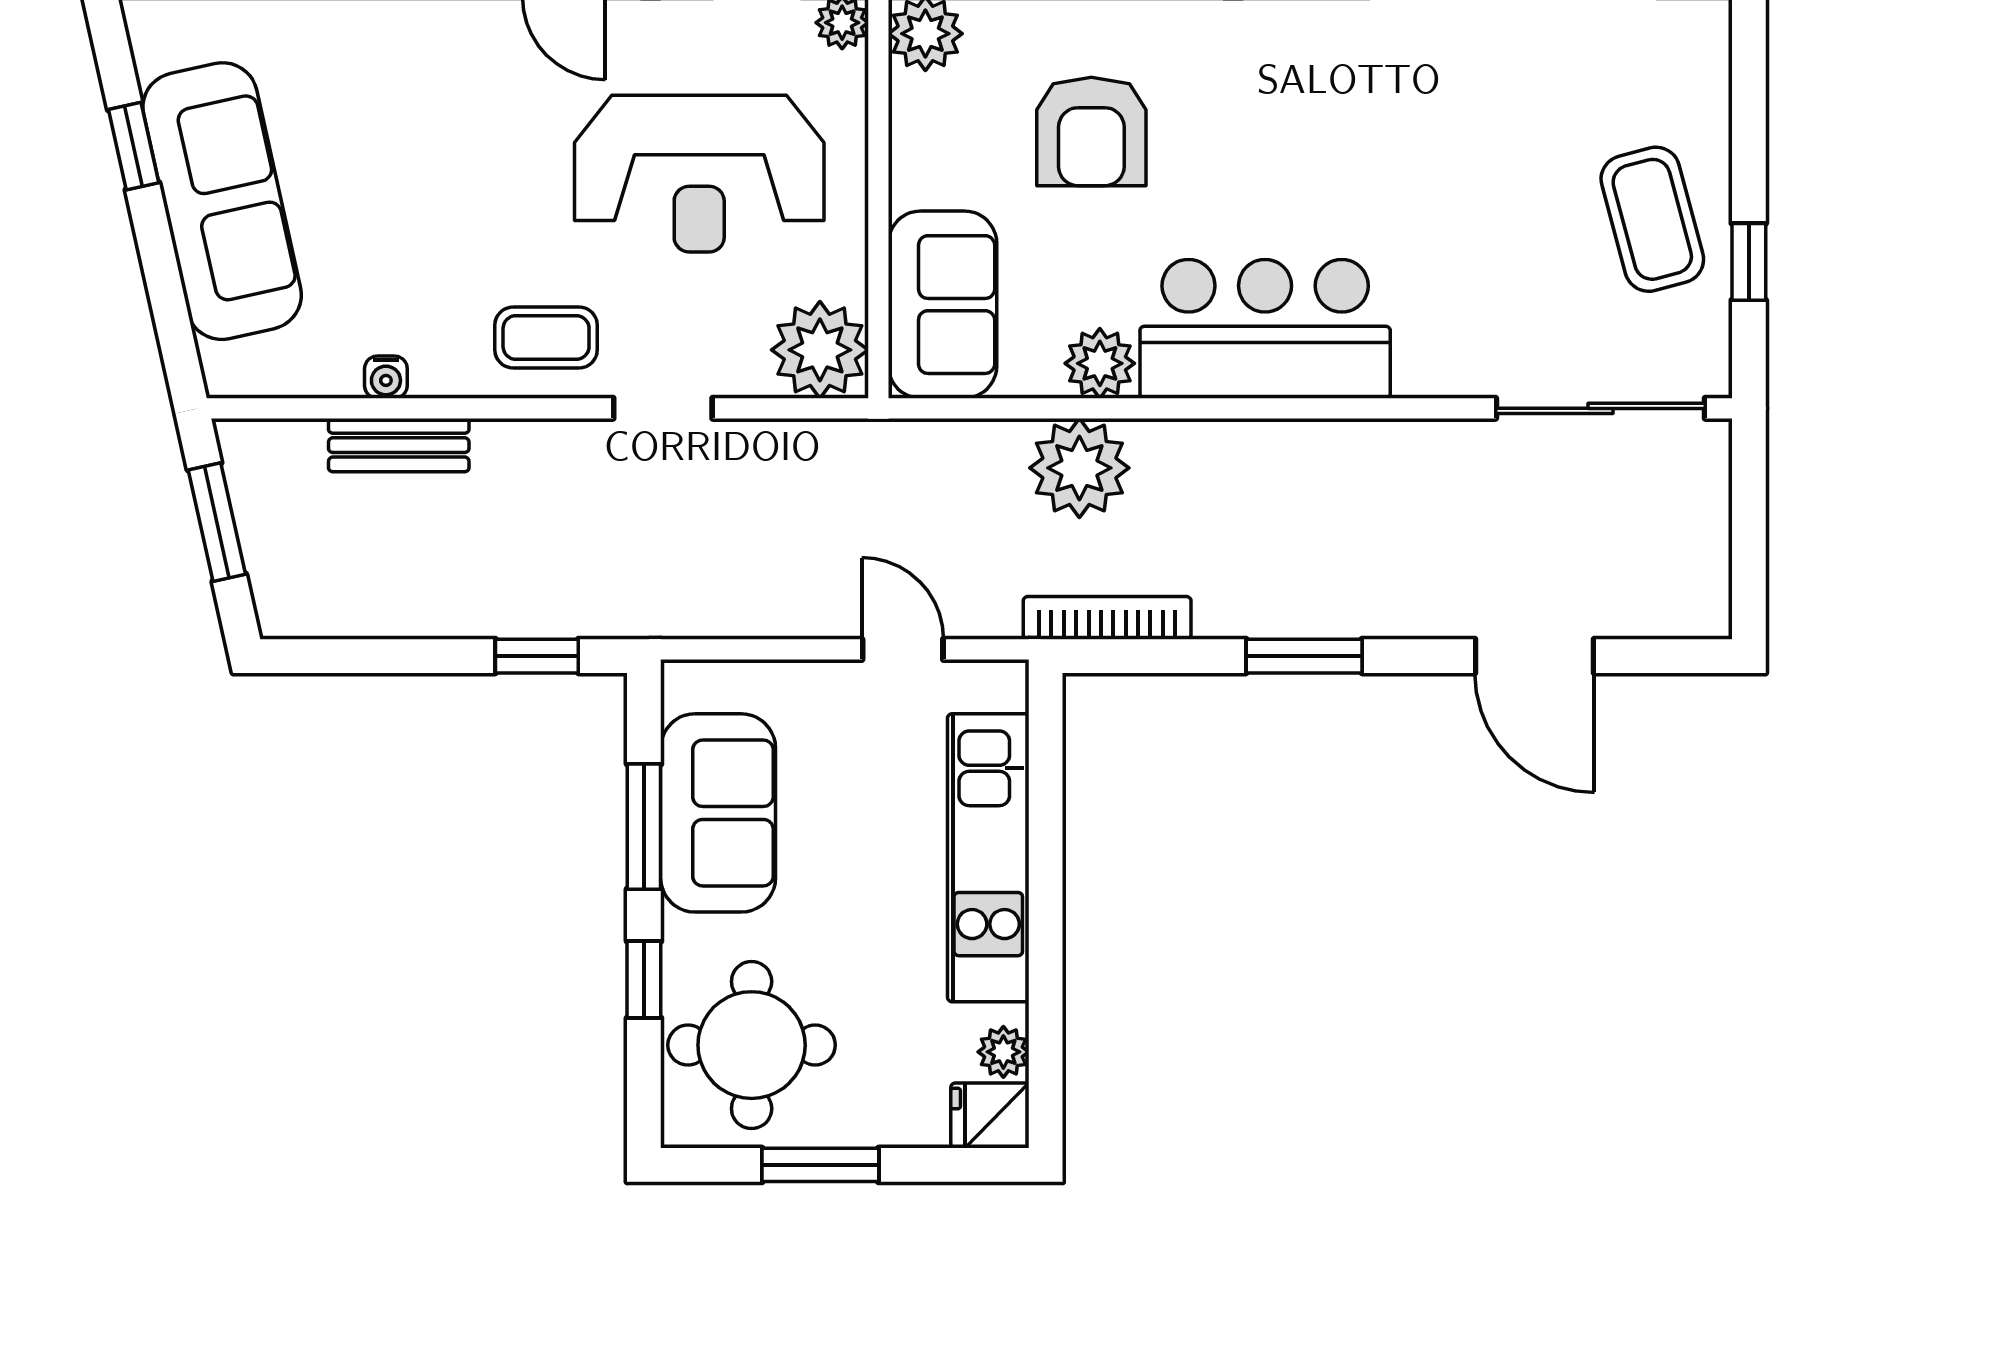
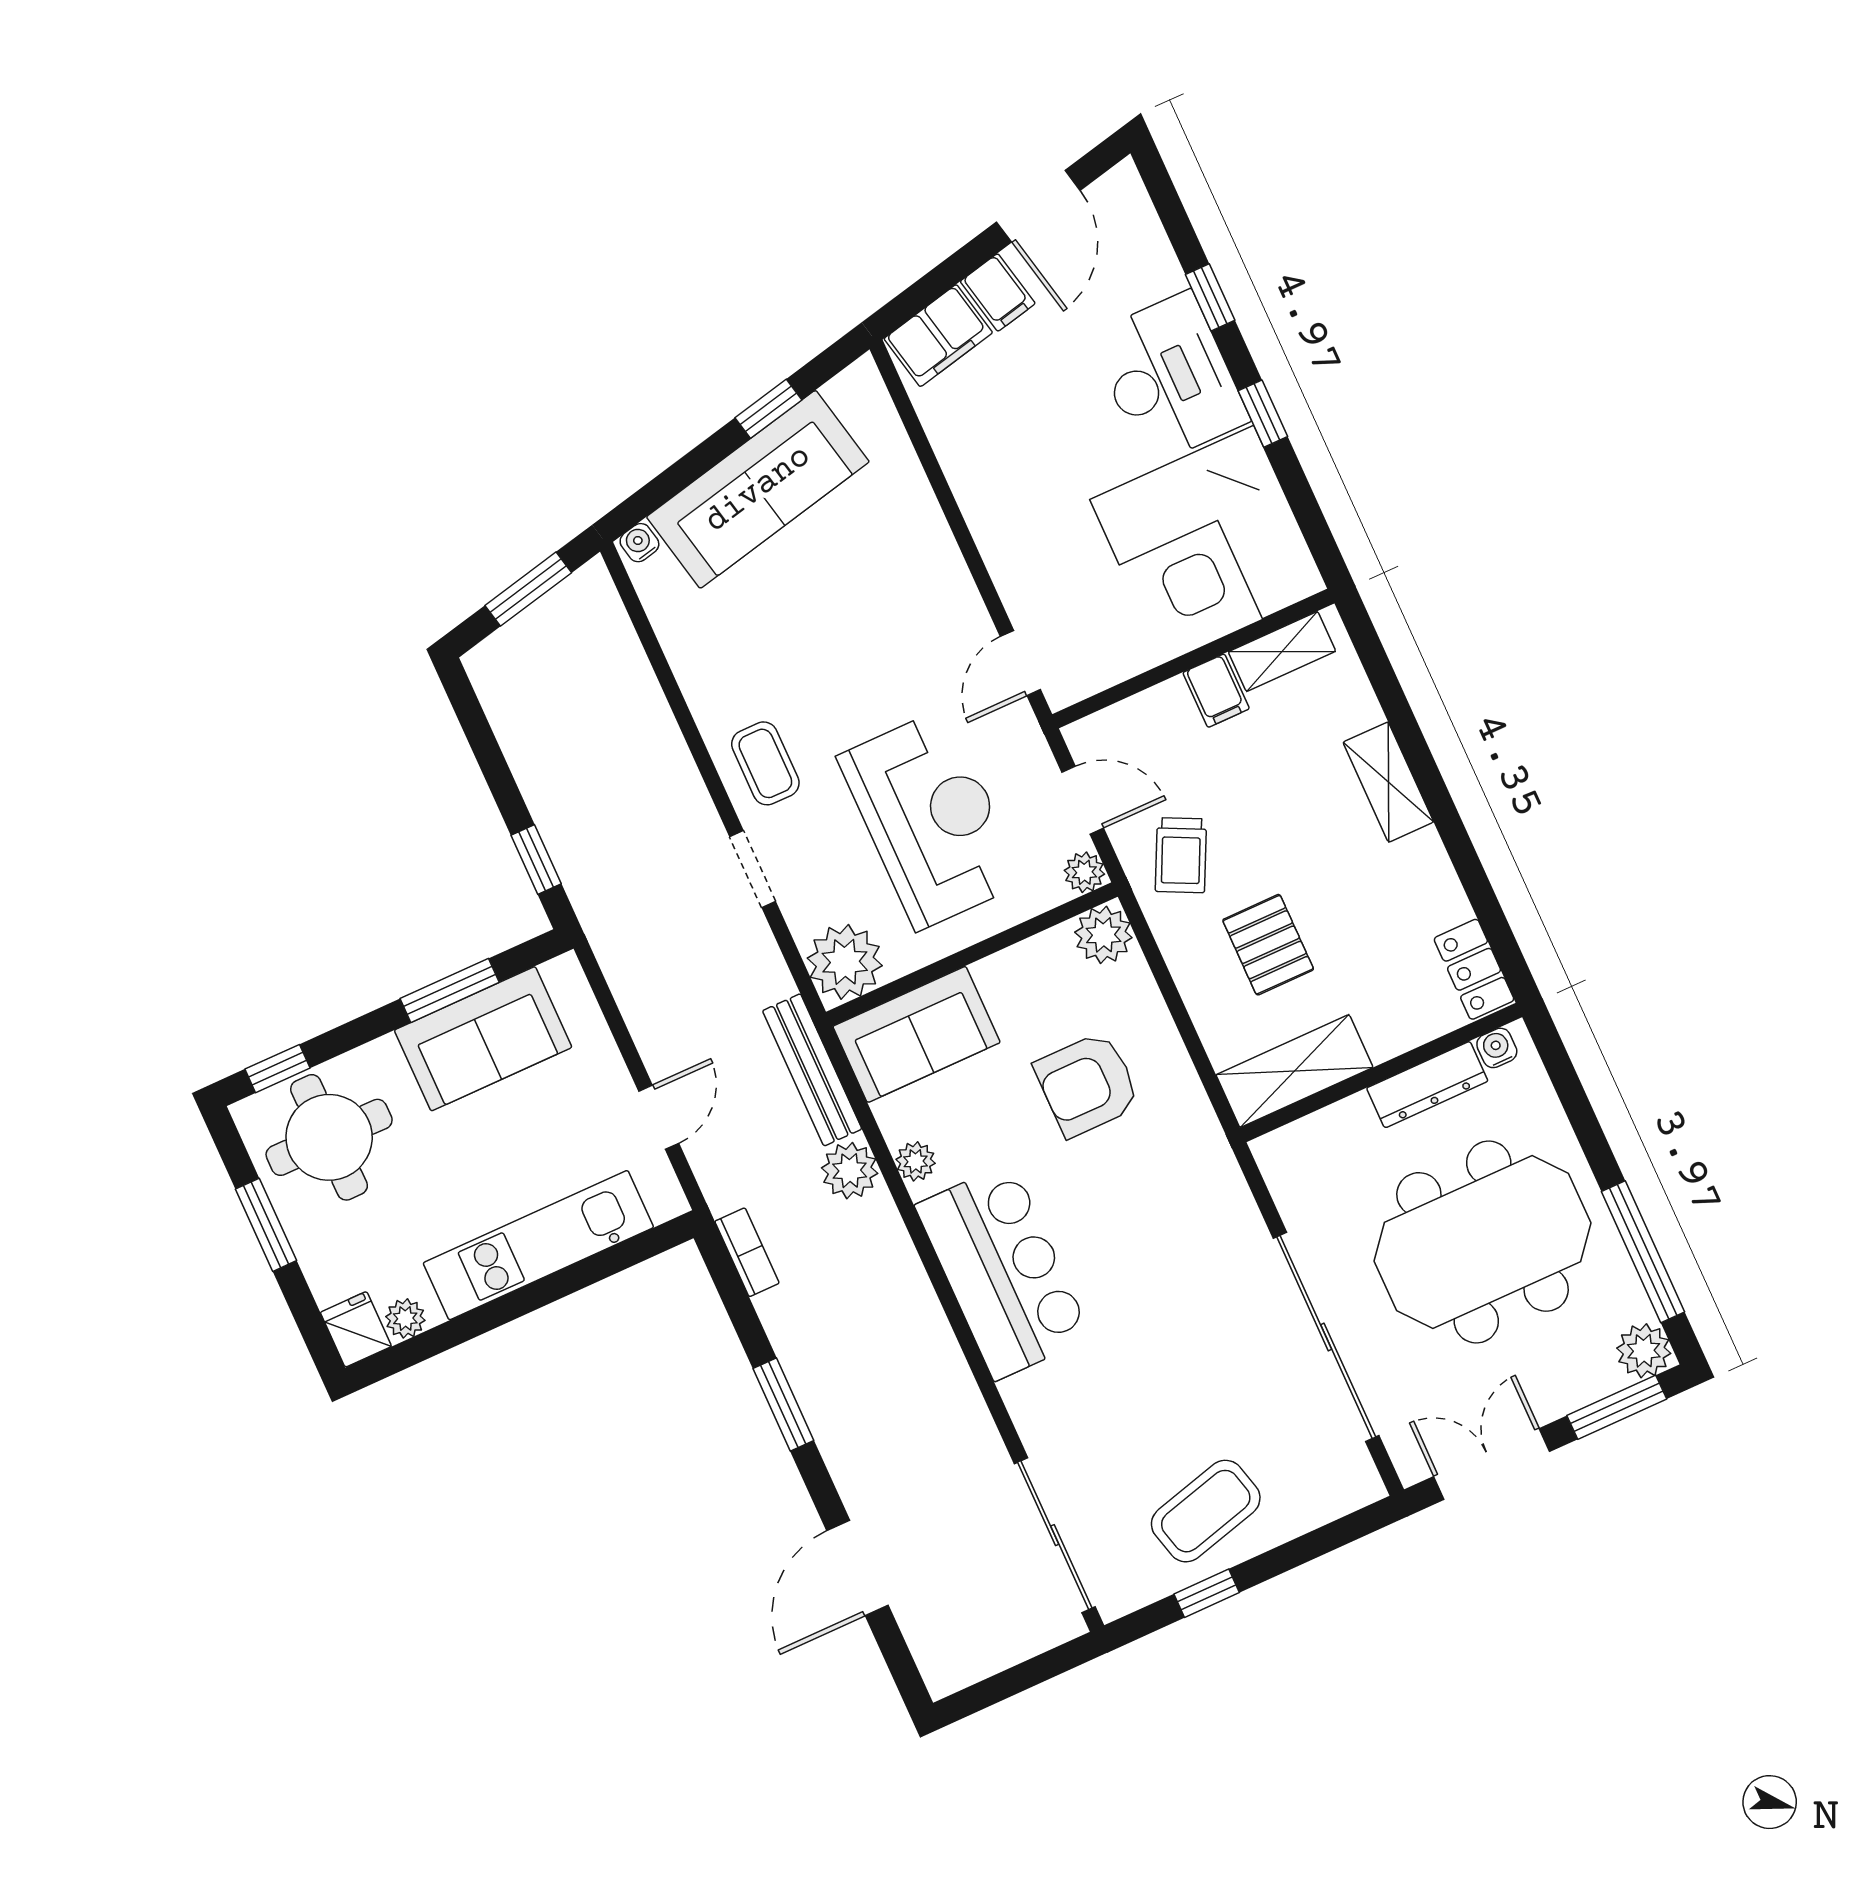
reception desk: (699, 174) -> (931, 819), turned 180
plant: (1100, 363) -> (916, 1161), width x0.73, depth x0.73
water cooler: (386, 377) -> (639, 543), moved, turned 78
bench: (399, 445) -> (812, 1070), moved, width x1.36
plant: (1079, 468) -> (850, 1171), width x0.73, depth x0.73
bookcase: (1107, 618) -> (747, 1252), width x0.64
window: (644, 980) -> (278, 1069), moved

